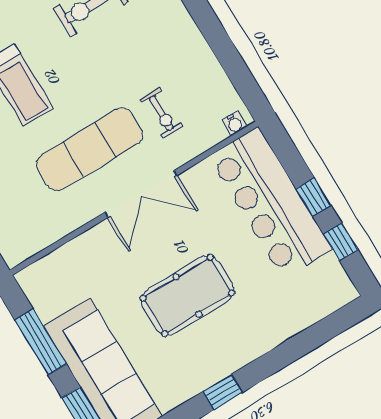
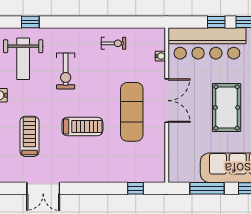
exercise bike: (161, 113) -> (113, 43), moved
water cooler: (234, 123) -> (160, 56), moved

